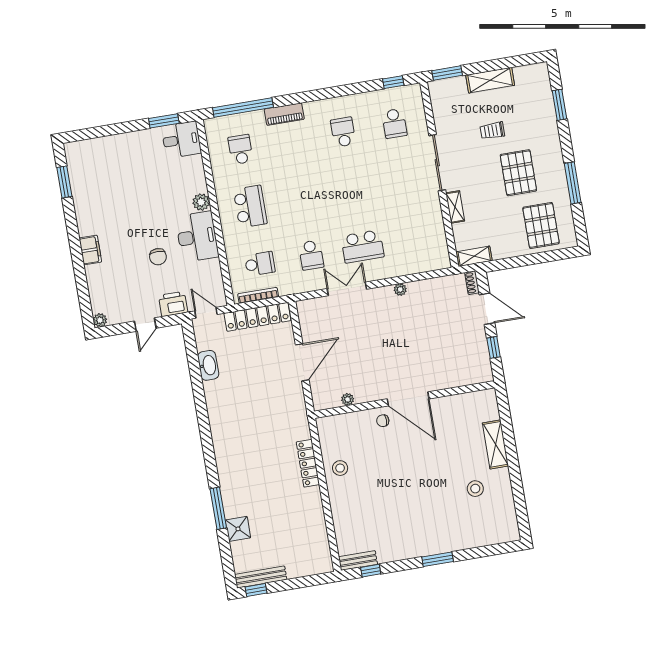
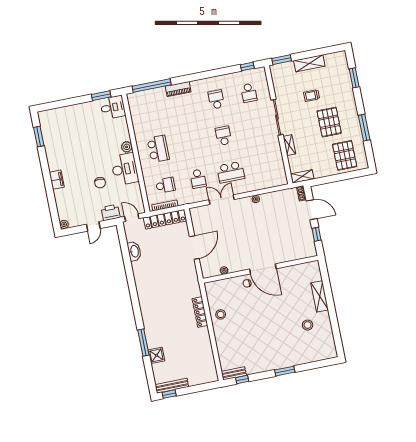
school desk: (241, 149) -> (223, 136), moved

